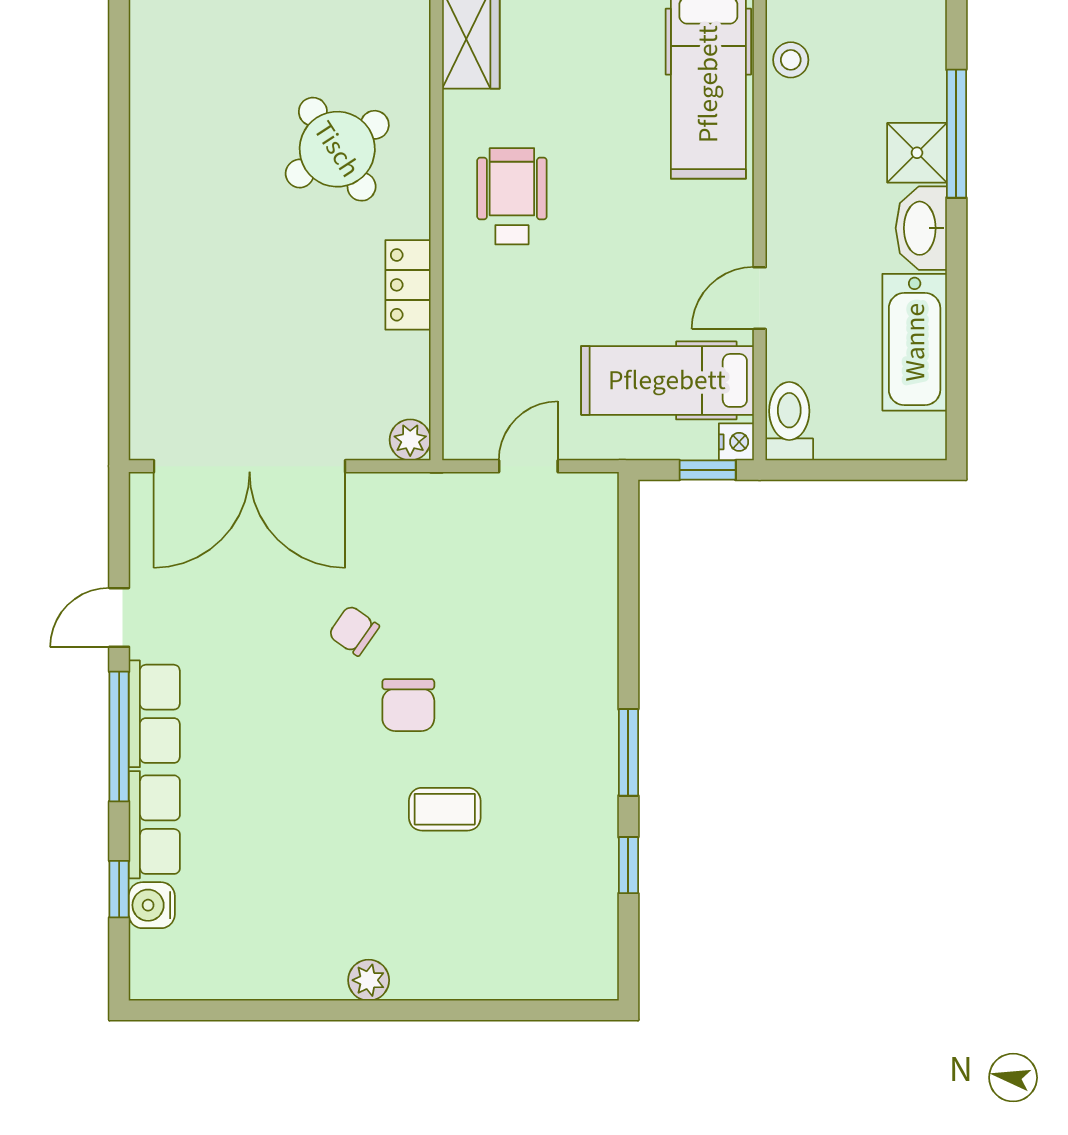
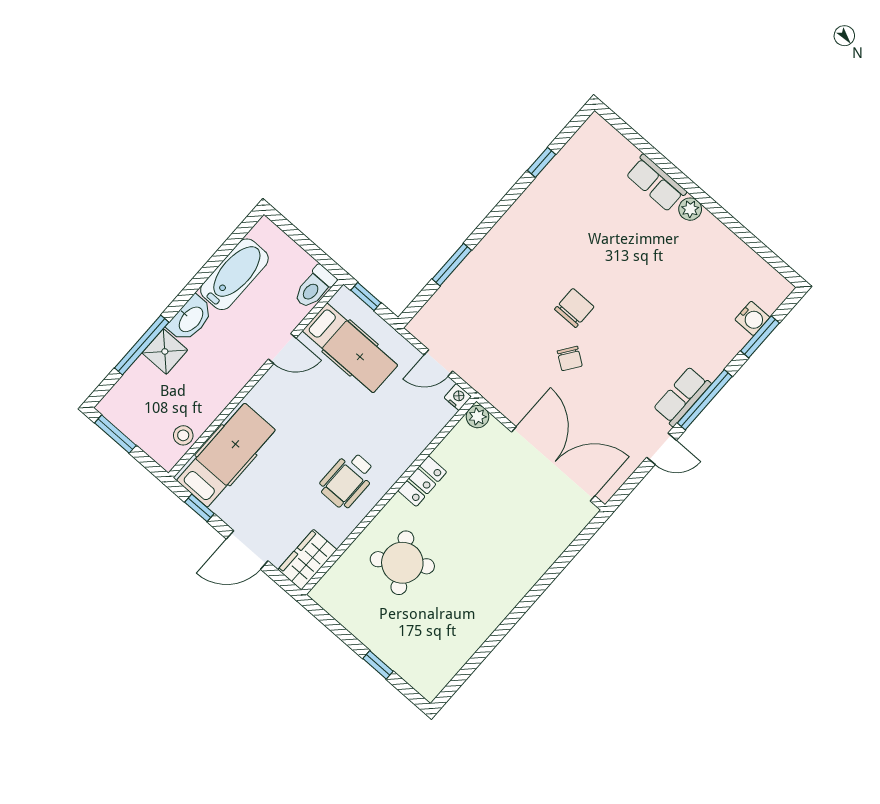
nightstand: (736, 442) -> (458, 397), moved, turned 90
window: (628, 752) -> (452, 265), moved
coffee table: (445, 809) -> (597, 252), removed
row of seats: (154, 825) -> (656, 183), moved, turned -90
window: (119, 889) -> (760, 337), width x1.50

